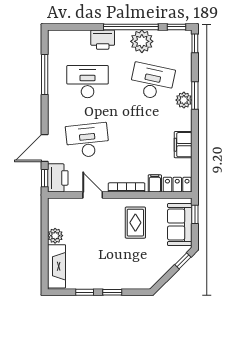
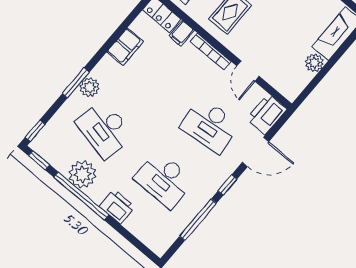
window: (45, 178) -> (227, 185), moved

